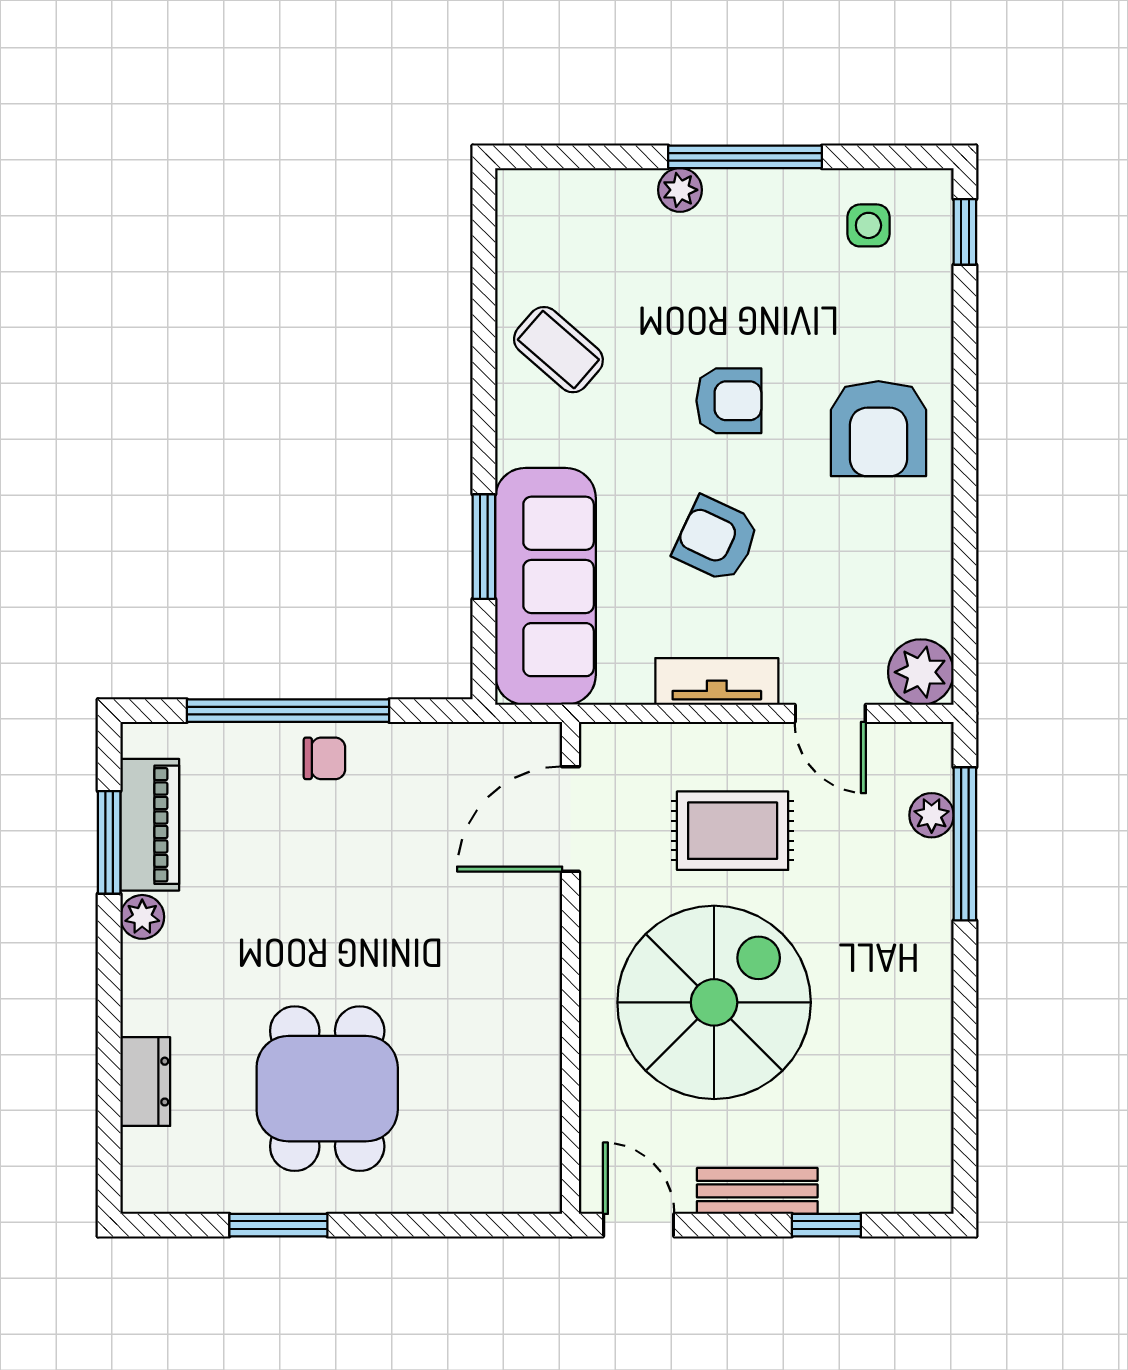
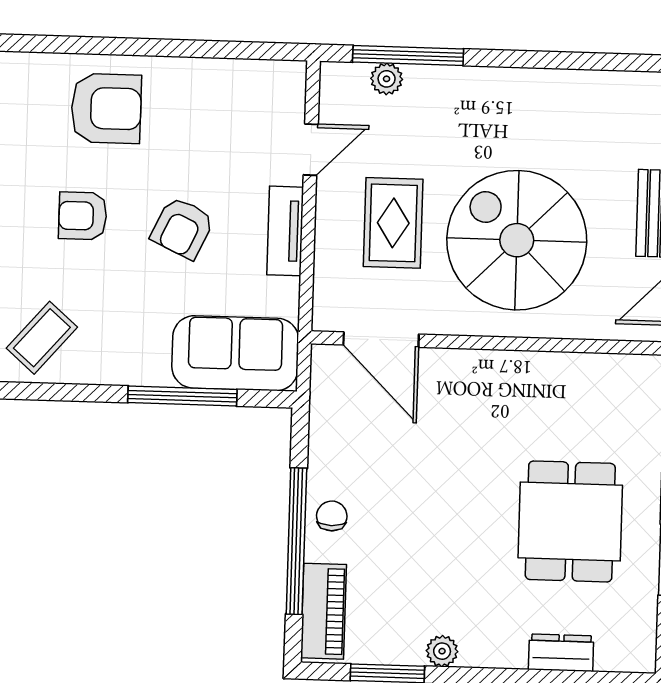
armchair: (729, 401) -> (83, 216), turned -90
window: (484, 547) -> (182, 396), width x1.44
sofa: (545, 586) -> (235, 353), width x0.73
plant: (921, 672) -> (283, 83), removed
piano: (150, 825) -> (324, 611), moved, turned 90
dining table: (327, 1089) -> (570, 521), turned 90

